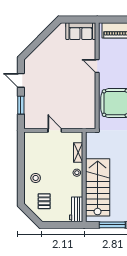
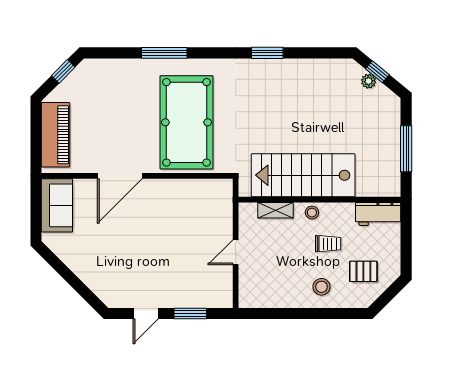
door: (97, 66) -> (120, 176), width x1.87
trolley: (60, 182) -> (328, 244), added
stairs: (98, 187) -> (303, 175), moved

